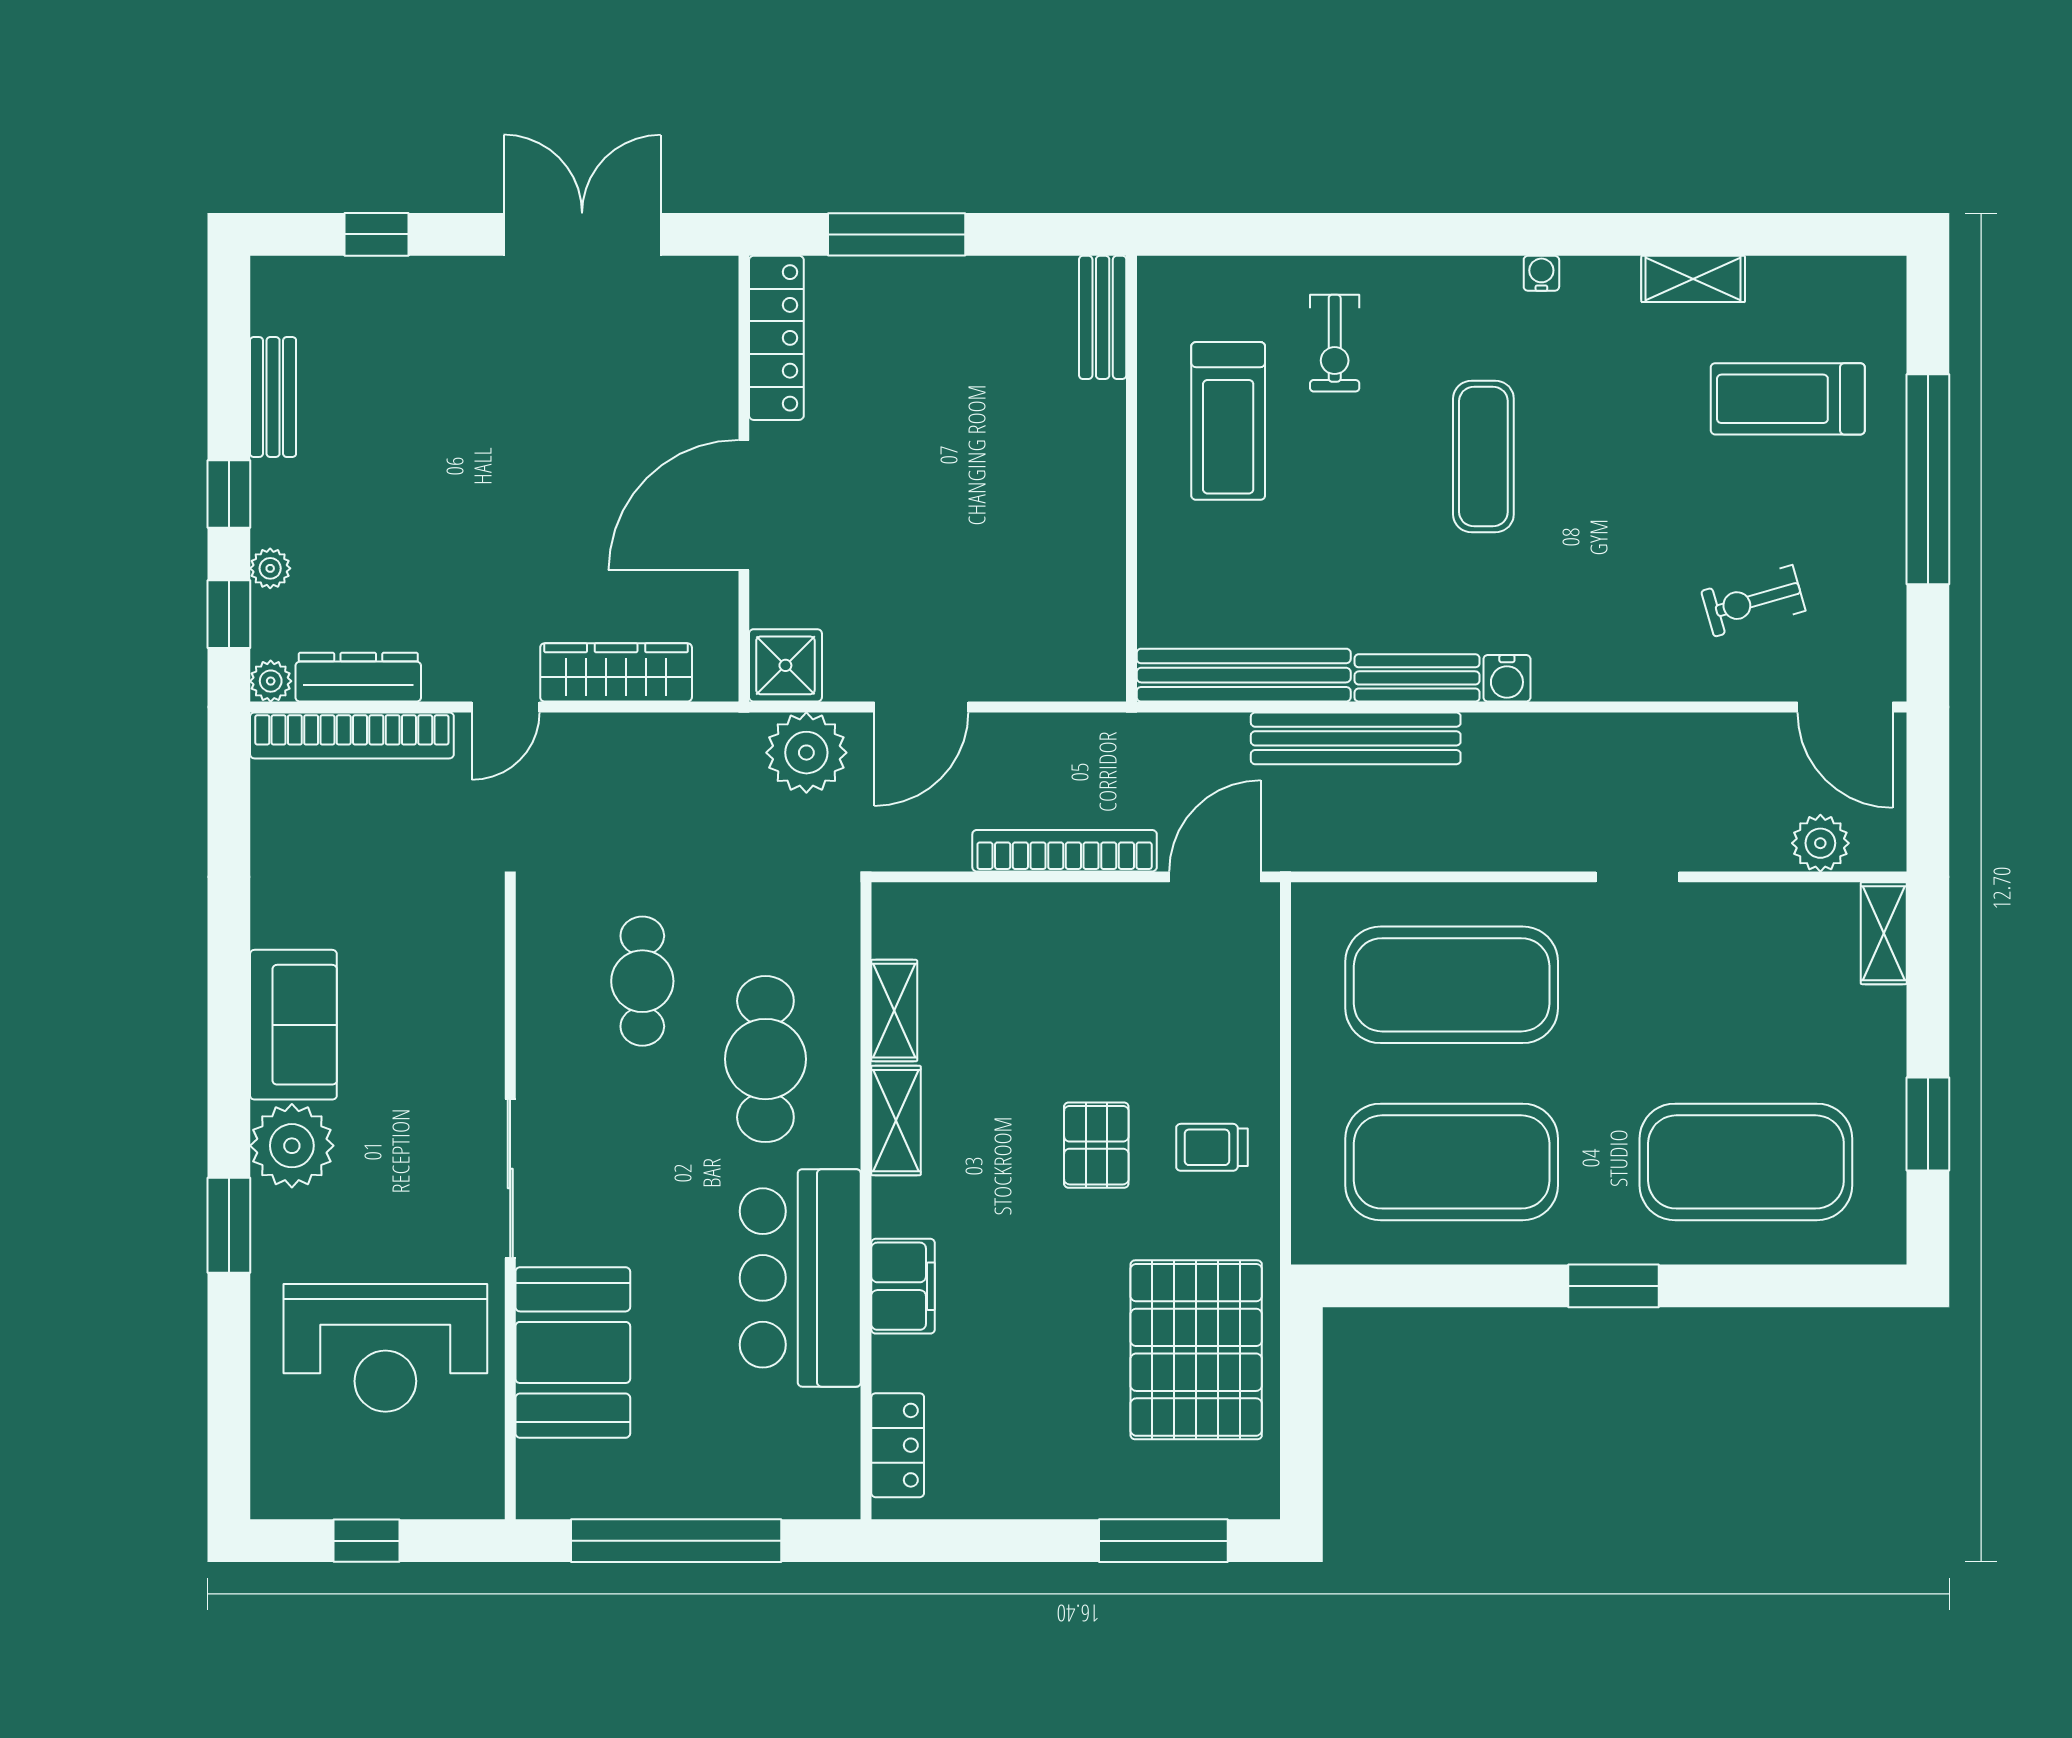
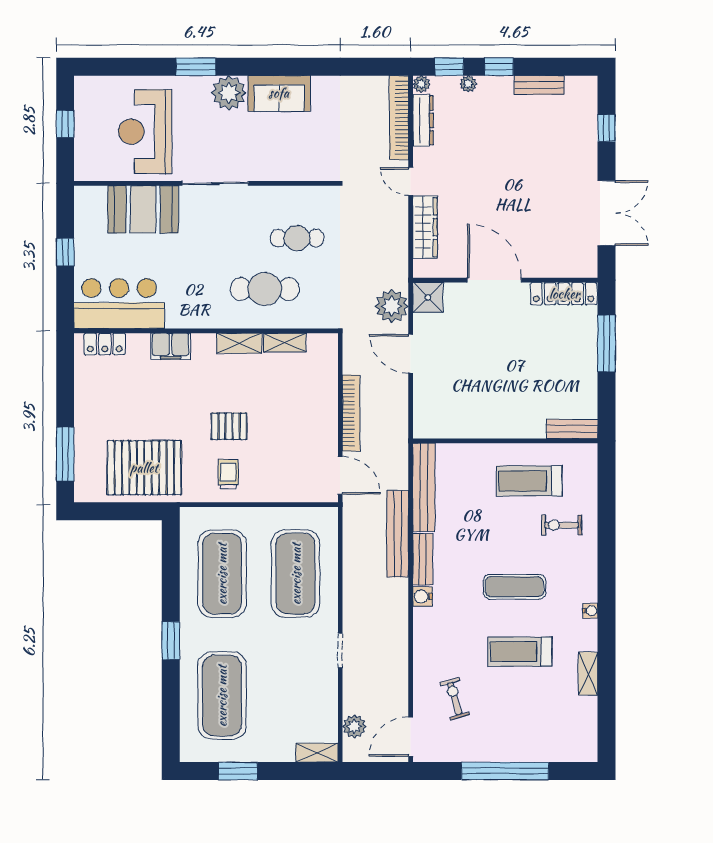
treadmill: (1788, 399) -> (520, 652), moved, turned -90
bar counter: (800, 1278) -> (119, 304), moved
window: (676, 1541) -> (65, 252), width x0.32

